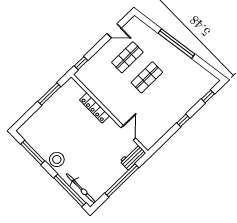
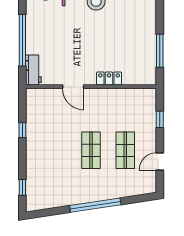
window: (81, 63) -> (160, 119), moved
locker: (95, 108) -> (109, 78), width x0.66
window: (183, 120) -> (22, 130), moved
door: (128, 133) -> (73, 87), moved

